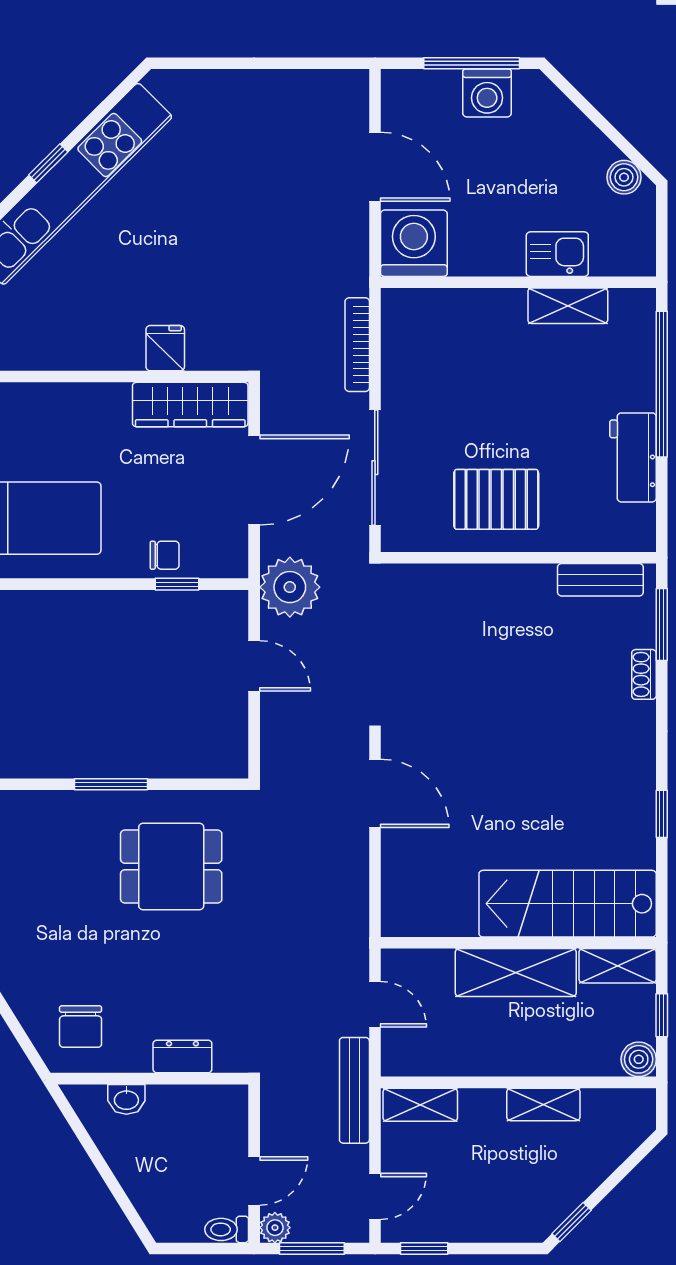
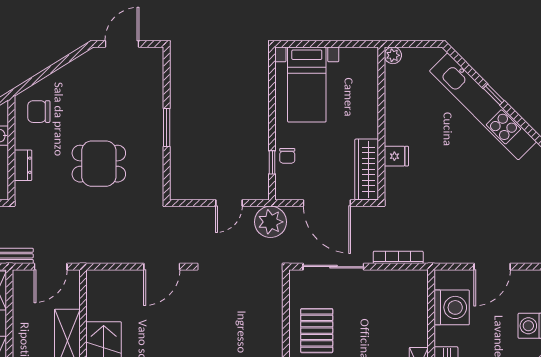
washing machine: (414, 243) -> (452, 307), moved
dining table: (171, 866) -> (99, 164), moved, turned 90
door: (375, 1004) -> (51, 267), width x1.38

